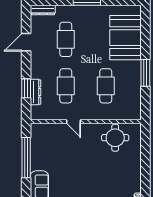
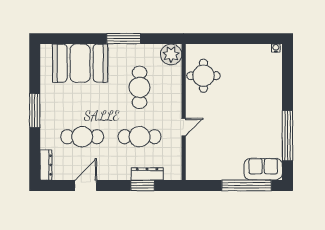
door: (26, 42) -> (86, 185), swing flipped
cafe table: (106, 86) -> (140, 87), turned 90
plant: (132, 111) -> (171, 54), added
window: (26, 158) -> (246, 185), moved

